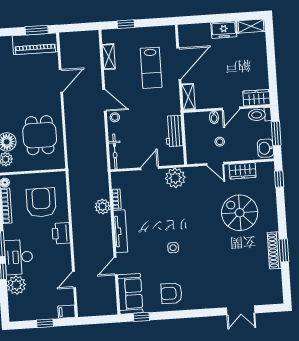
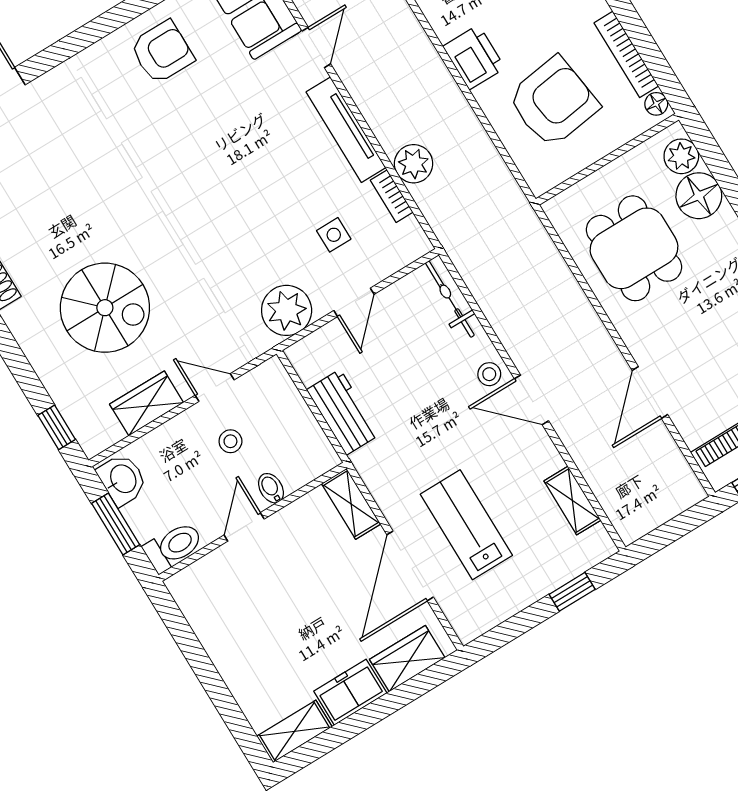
wardrobe: (257, 98) -> (407, 659), moved, turned 180
armchair: (41, 202) -> (553, 102), turned -98
side table: (173, 248) -> (334, 235), moved

